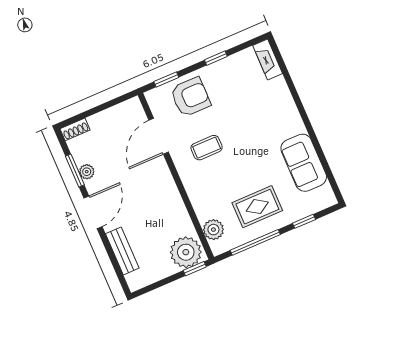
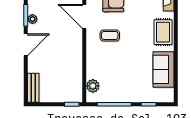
door: (159, 136) -> (84, 16), hinge flipped
rug: (257, 207) -> (163, 32), moved, turned 90
bench: (122, 251) -> (33, 88), moved
plant: (186, 252) -> (71, 92), removed

